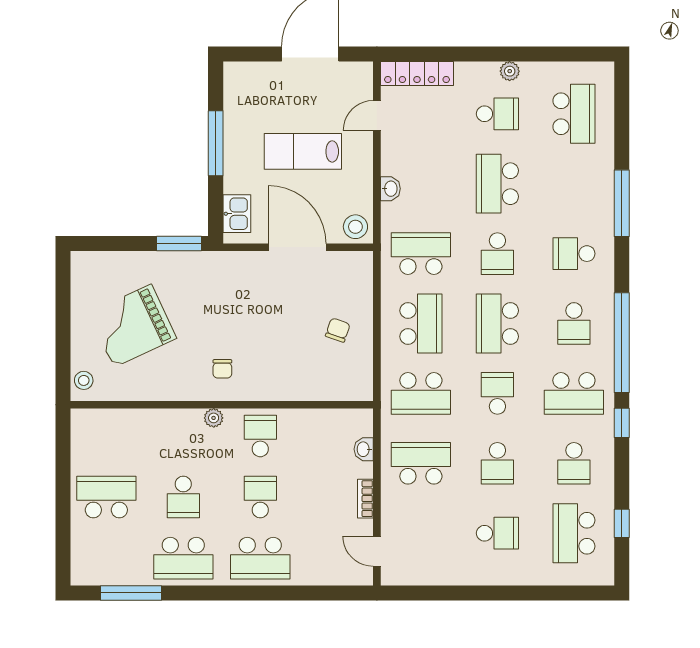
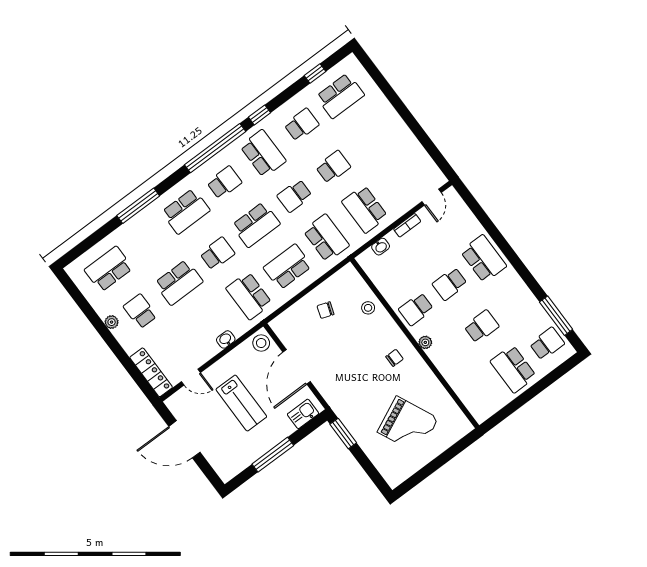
school desk: (574, 254) -> (186, 211), width x1.85
stool: (84, 380) -> (368, 308), moved
school desk: (497, 533) -> (372, 138), removed
school desk: (183, 558) -> (547, 344), moved, width x0.54

